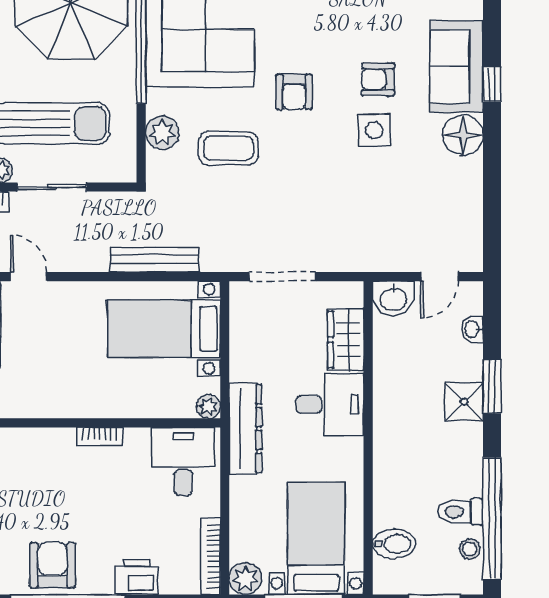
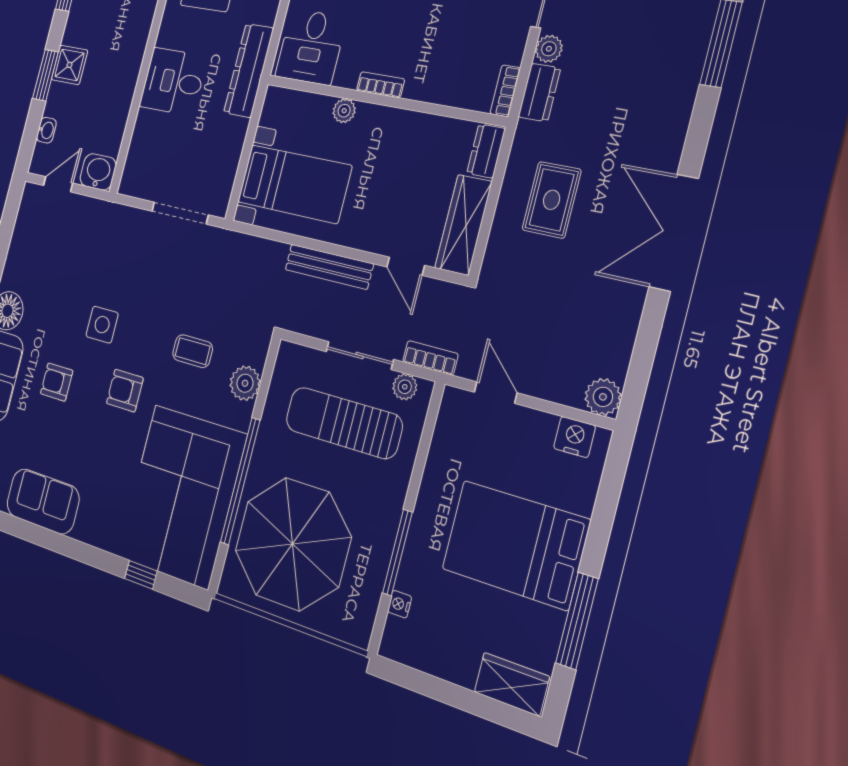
armchair: (378, 79) -> (57, 382), turned 180
armchair: (294, 92) -> (125, 391), turned -90
side table: (374, 130) -> (102, 325), moved
coffee table: (228, 148) -> (193, 351), width x0.73, depth x0.77
bench: (154, 260) -> (329, 267), moved
wardrobe: (346, 340) -> (145, 141), removed
plant: (208, 406) -> (344, 111), moved

